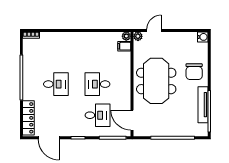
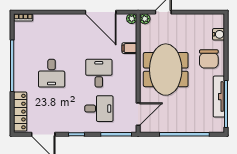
door: (99, 30) -> (101, 12), added
water cooler: (203, 37) -> (219, 34), moved
filing cabinet: (124, 46) -> (129, 48), moved
desk: (56, 84) -> (52, 73), turned 90
desk: (97, 84) -> (99, 73), turned 90
door: (132, 120) -> (138, 114), swing flipped

